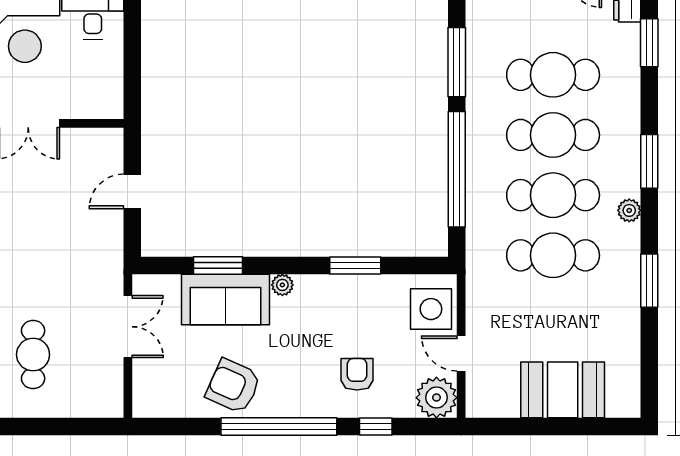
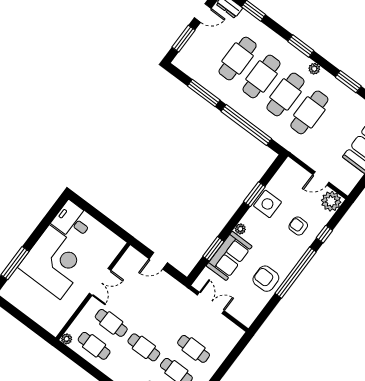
door: (132, 191) -> (158, 261), hinge flipped
side table: (431, 309) -> (267, 204), moved
armchair: (233, 386) -> (266, 279), turned 66

